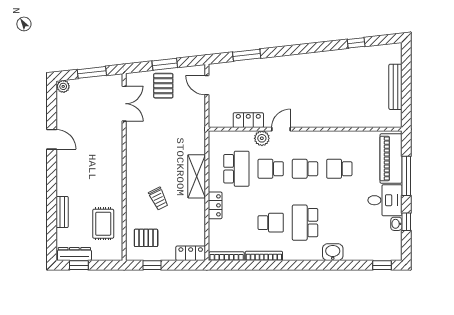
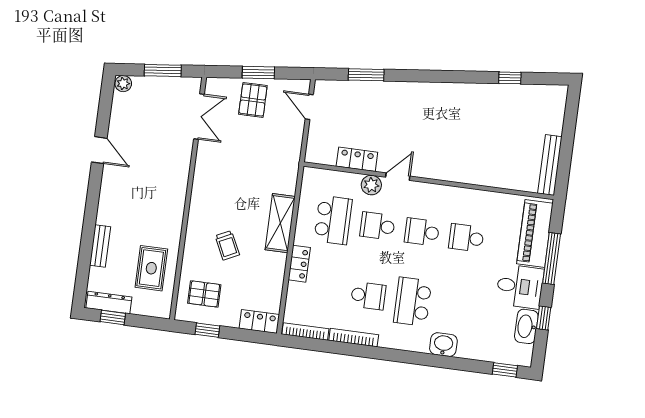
bench: (395, 87) -> (550, 165), moved
washbasin: (396, 224) -> (526, 326), width x1.91, depth x1.45

